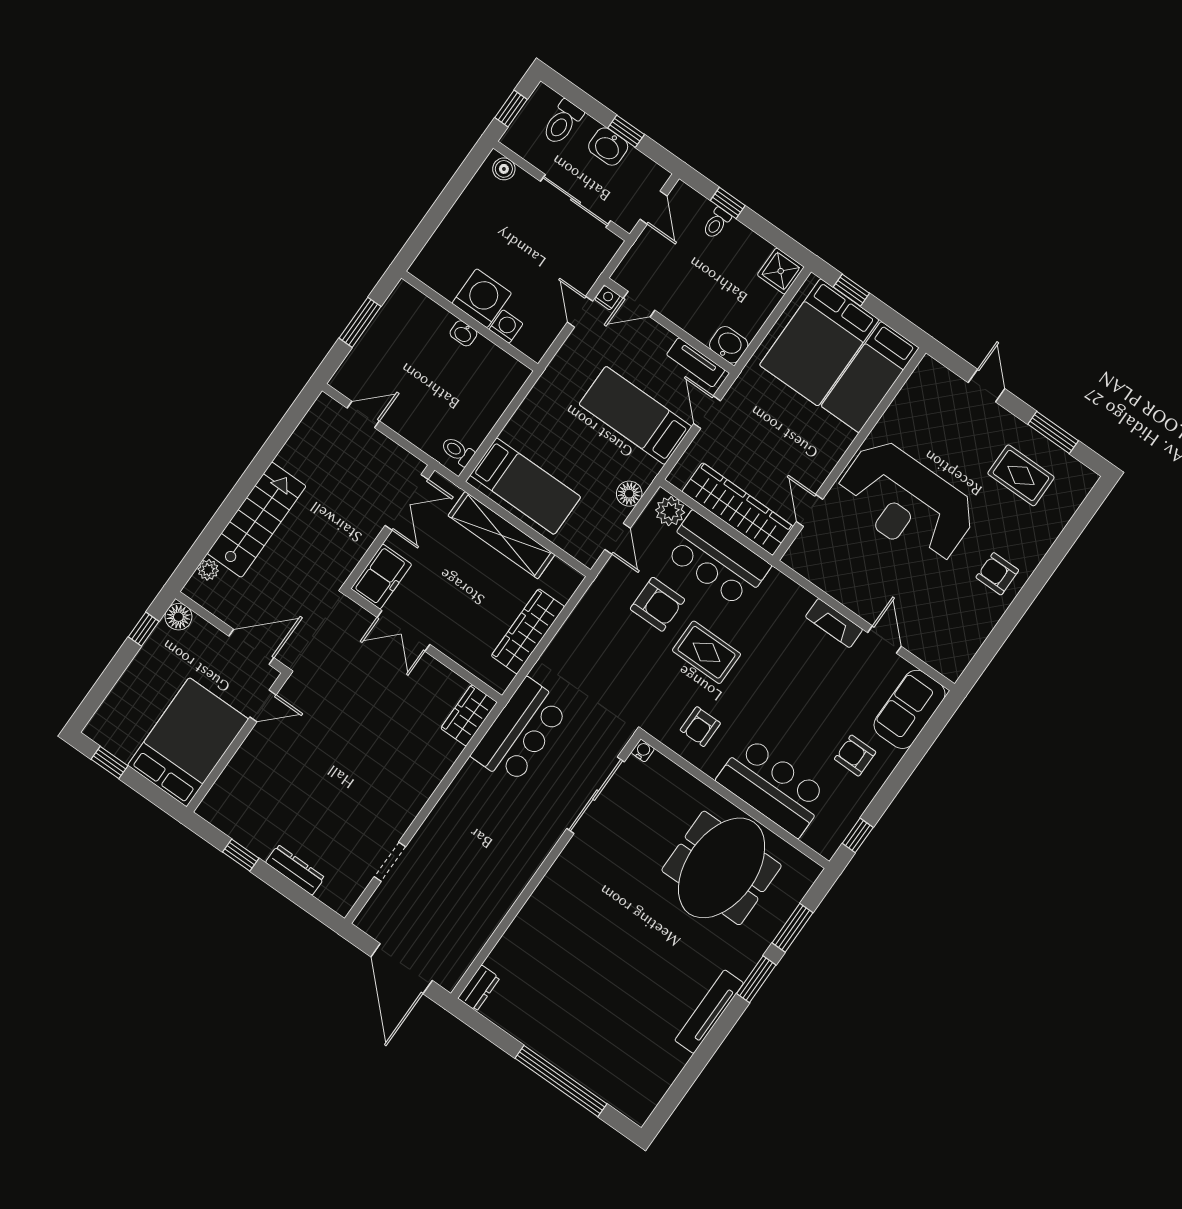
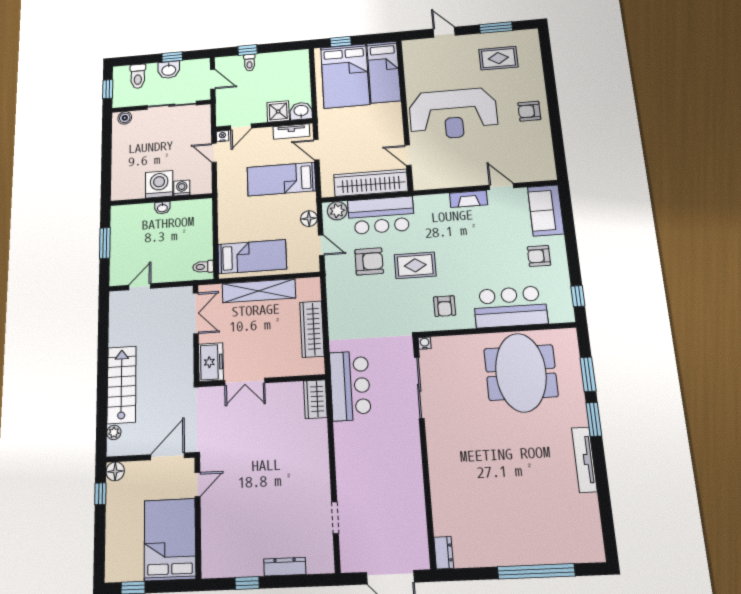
shower: (781, 271) -> (278, 111), moved

